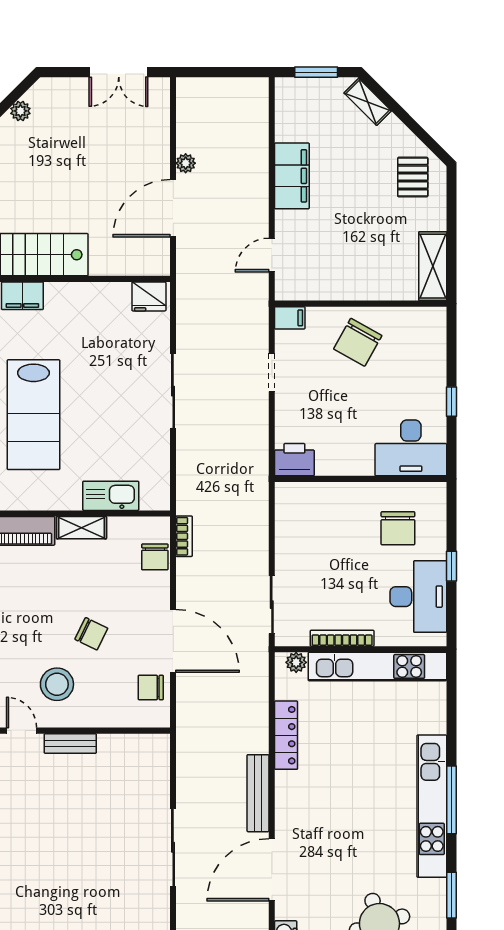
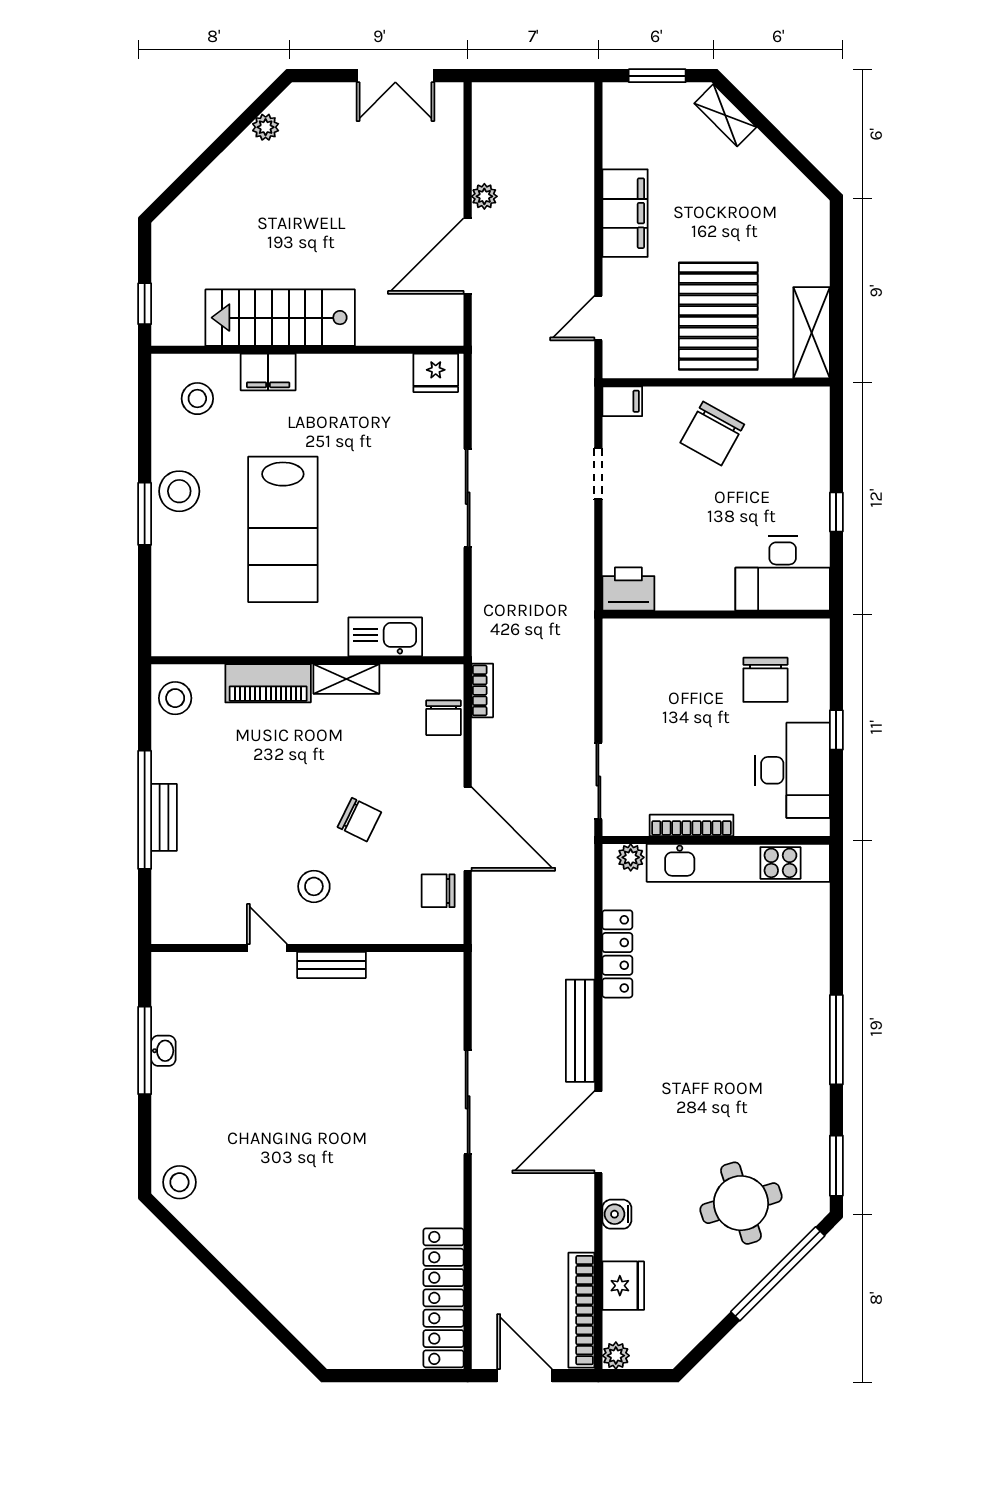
pallet: (413, 177) -> (718, 316), moved, width x2.05, depth x2.00
stool: (57, 684) -> (314, 886), width x0.73, depth x0.73
kitchen unit: (432, 806) -> (810, 1048), removed

